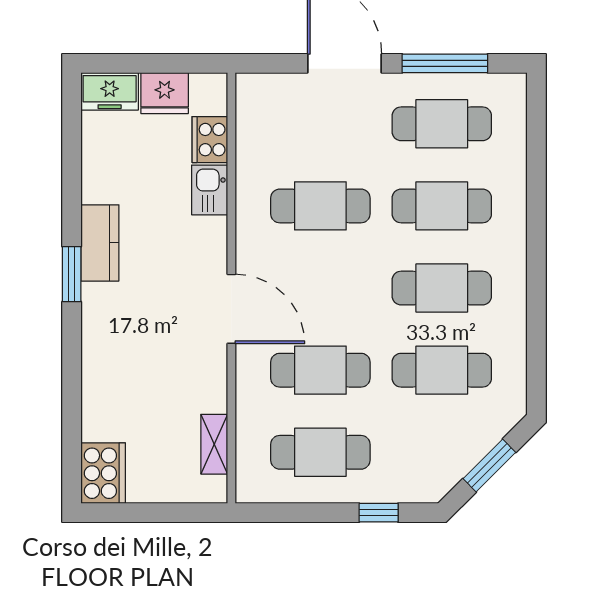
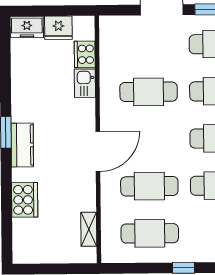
kitchen counter: (100, 243) -> (22, 145), moved
door: (231, 309) -> (98, 151), hinge flipped
cooker: (103, 473) -> (25, 200), moved

